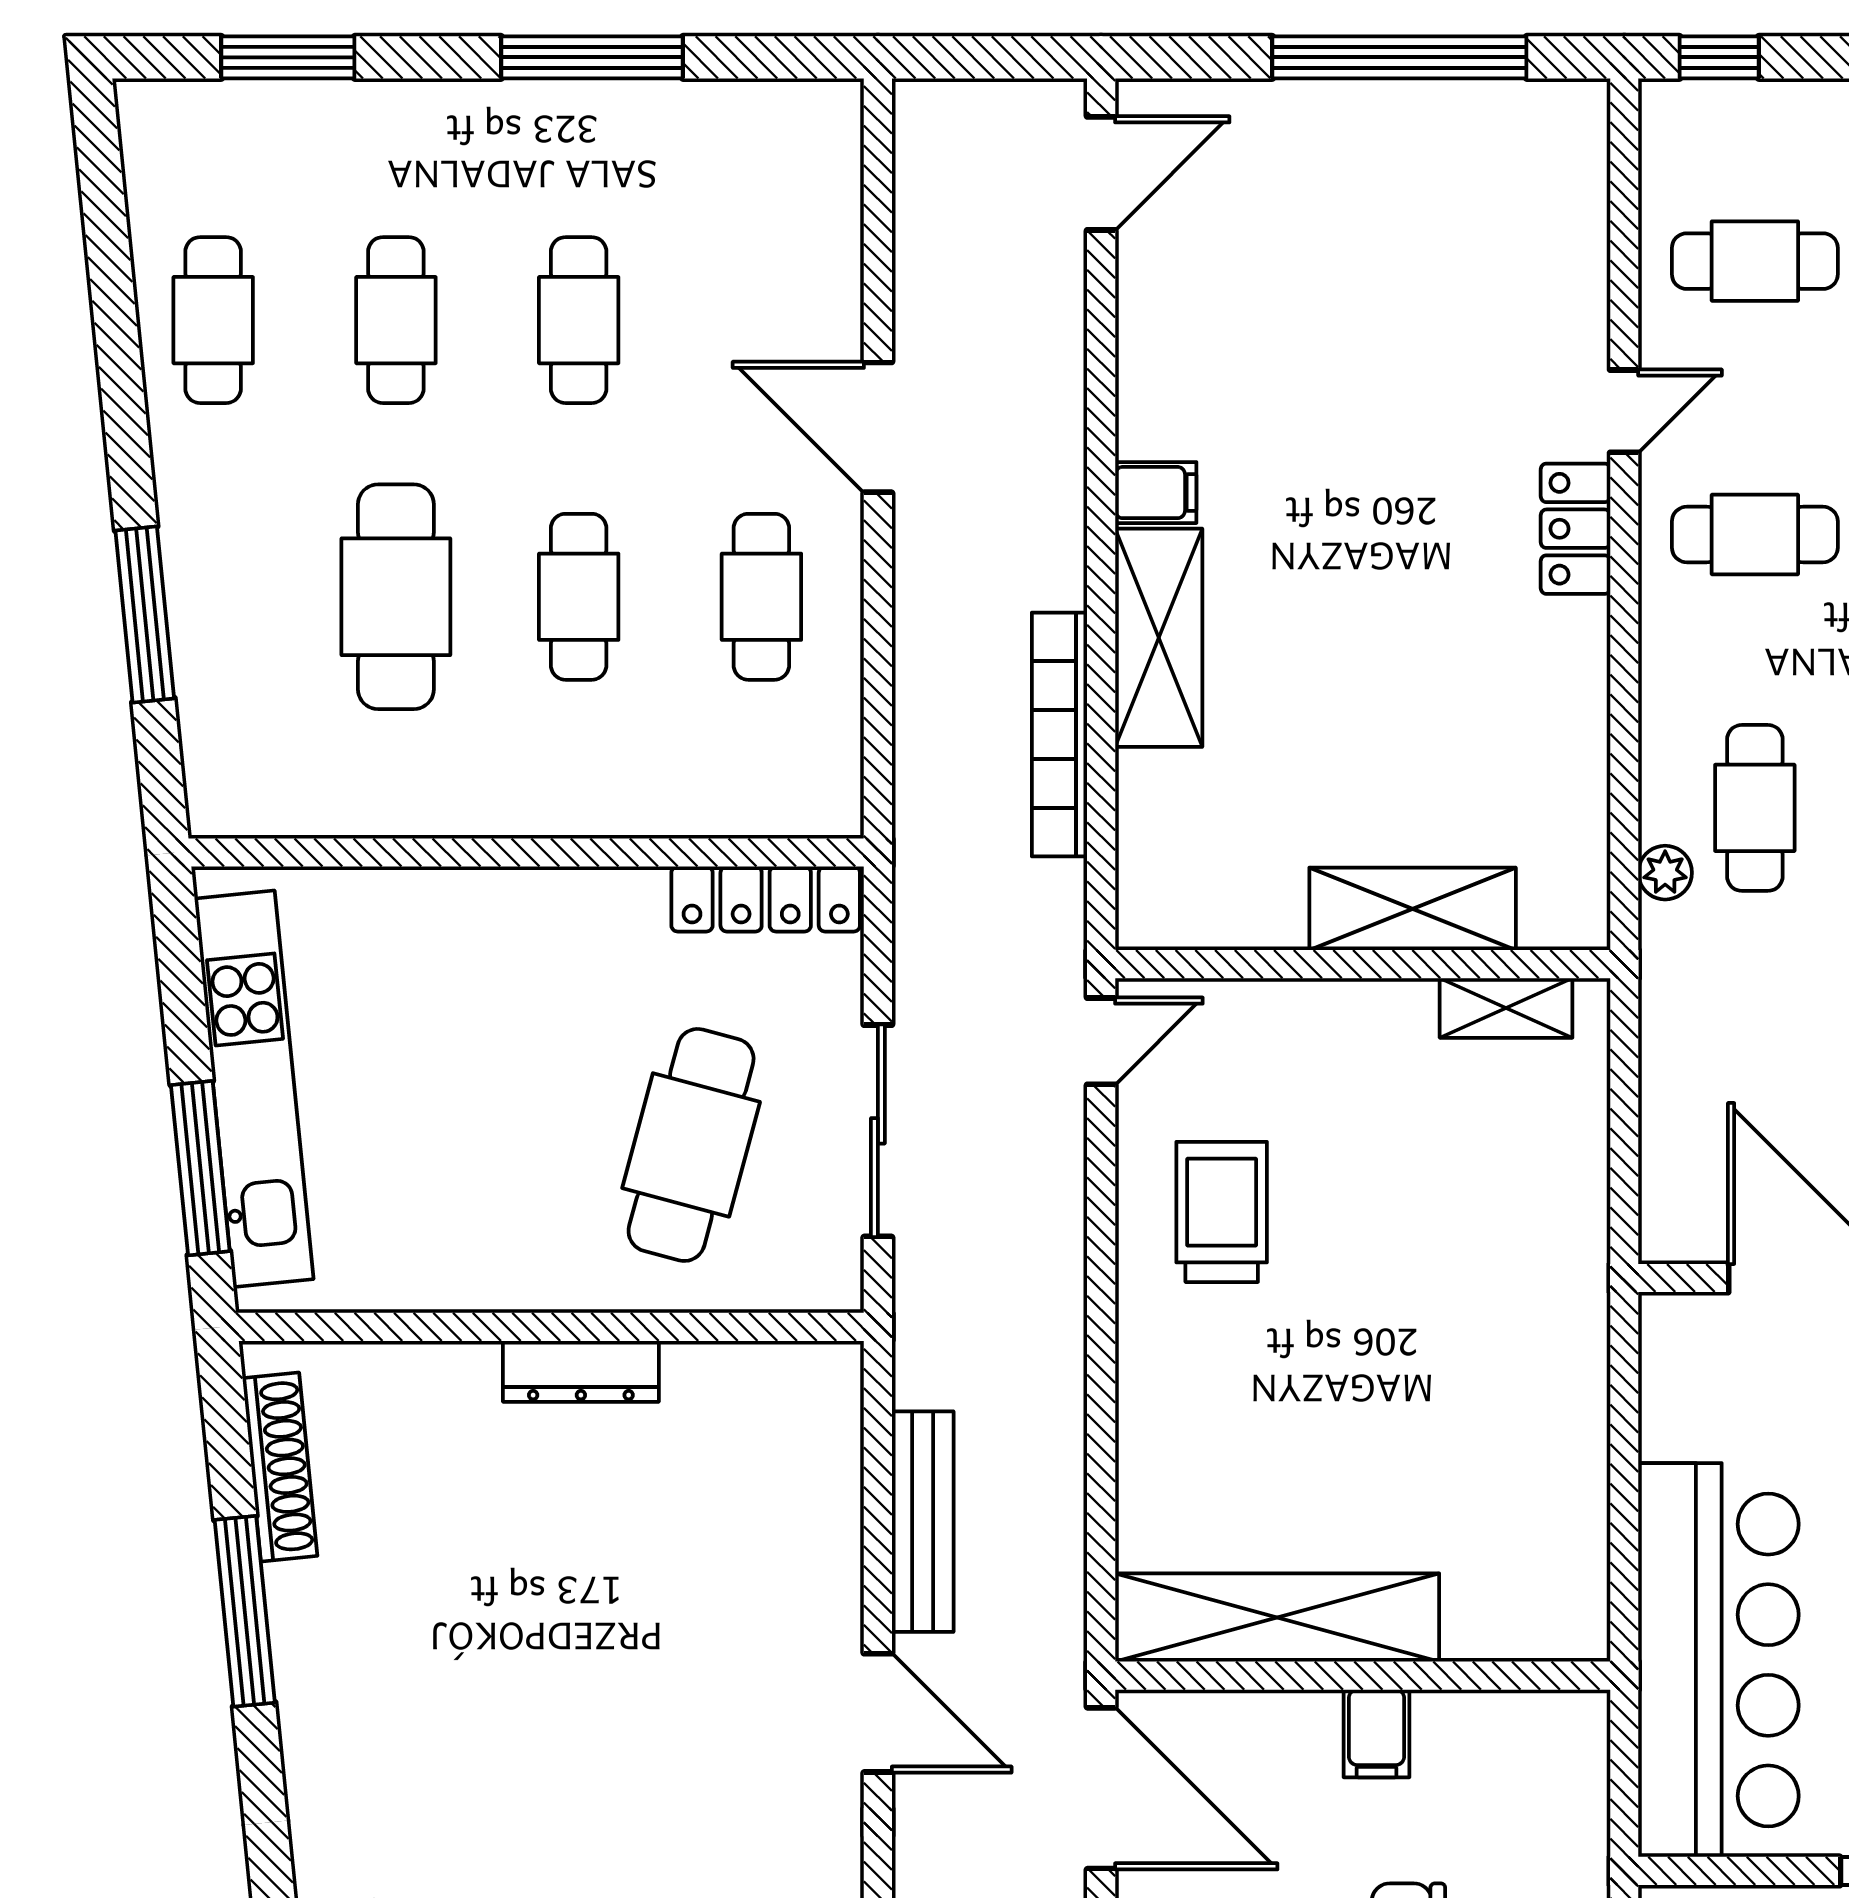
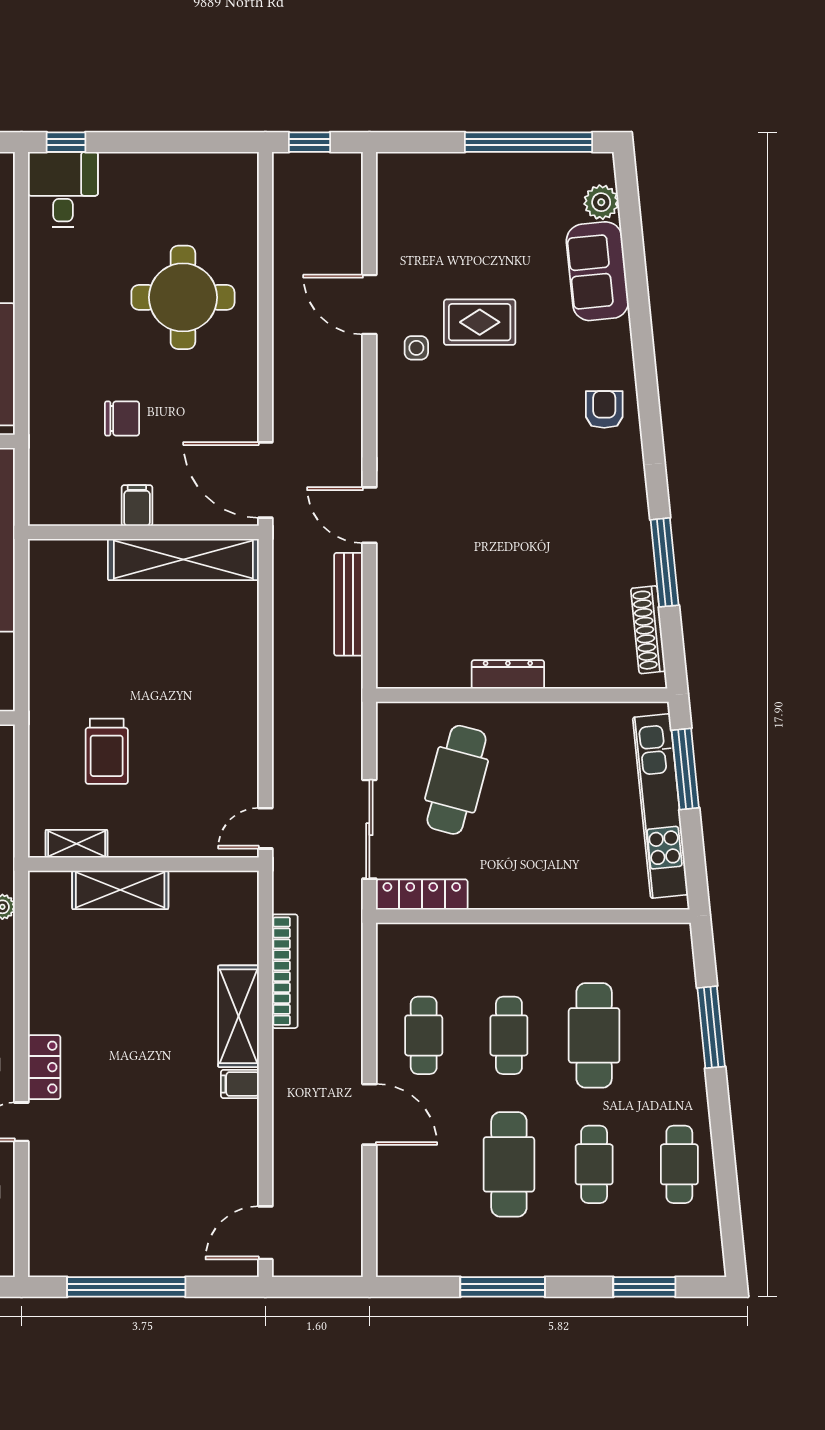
cafe table: (579, 320) -> (509, 1164), width x1.37, depth x1.35
sliding door: (878, 1131) -> (369, 829), moved
trolley: (1222, 1212) -> (107, 751), moved

